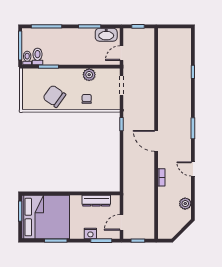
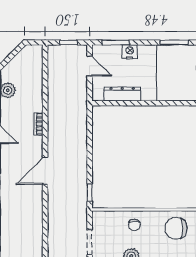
chair: (54, 96) -> (176, 228), turned 145
door: (156, 141) -> (45, 171), swing flipped
door: (122, 222) -> (90, 66), hinge flipped

